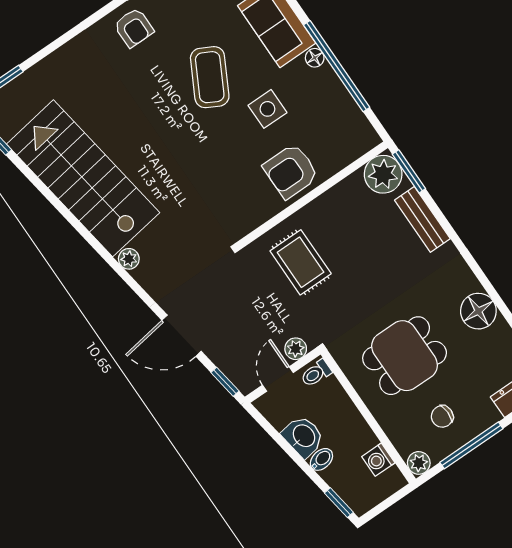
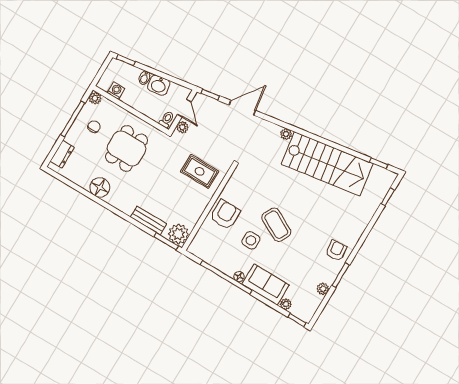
armchair: (134, 28) -> (336, 250), turned 84
coffee table: (210, 77) -> (276, 225), moved

